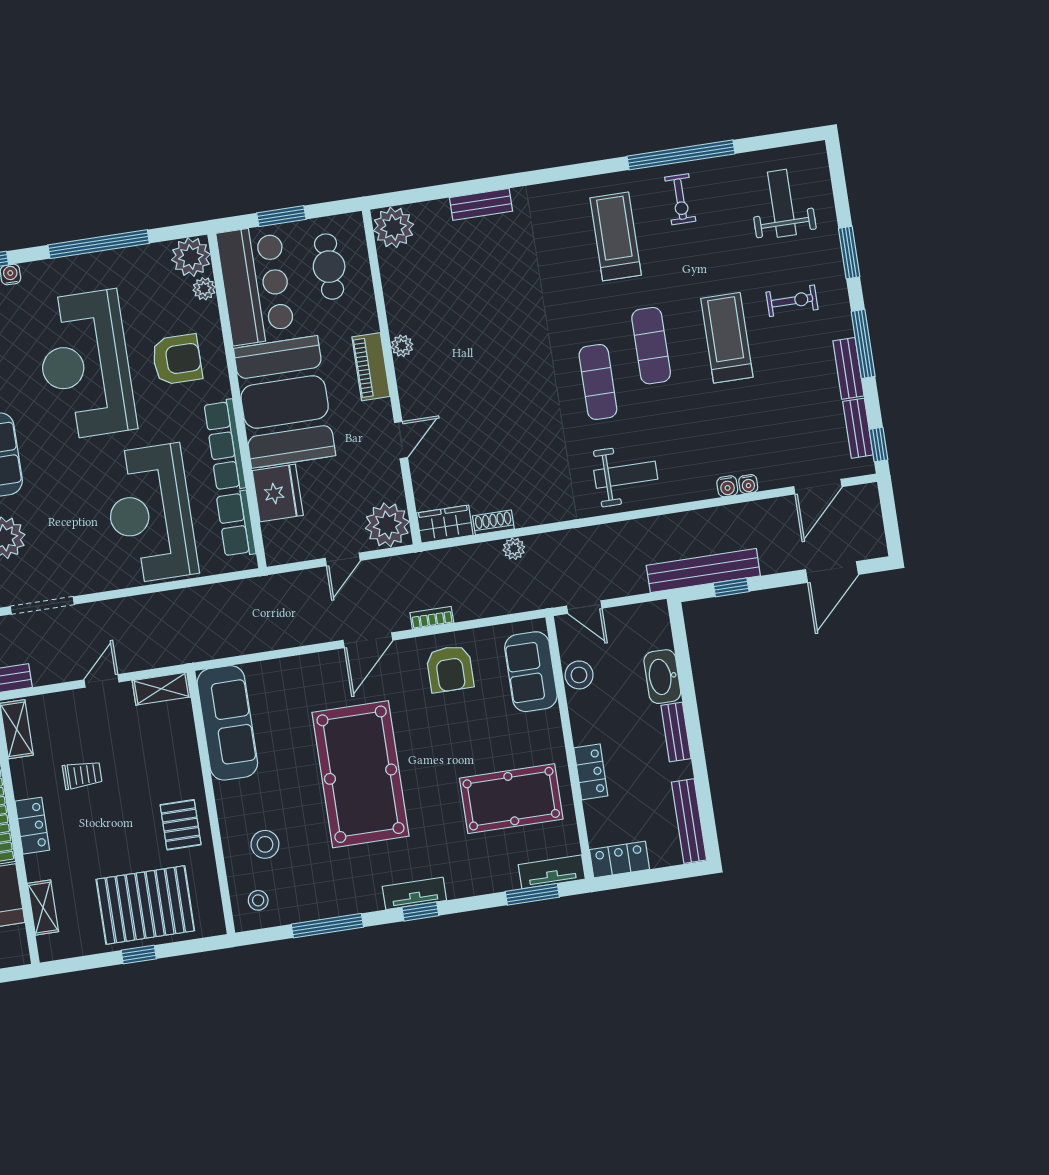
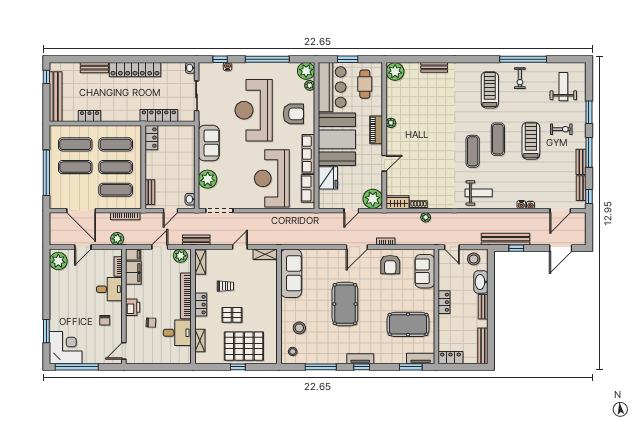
stool: (579, 675) -> (474, 259), moved
locker: (591, 772) -> (444, 302), moved
pool table: (361, 774) -> (345, 304), width x0.73, depth x0.76
pallet: (181, 825) -> (232, 315), moved, turned 90

